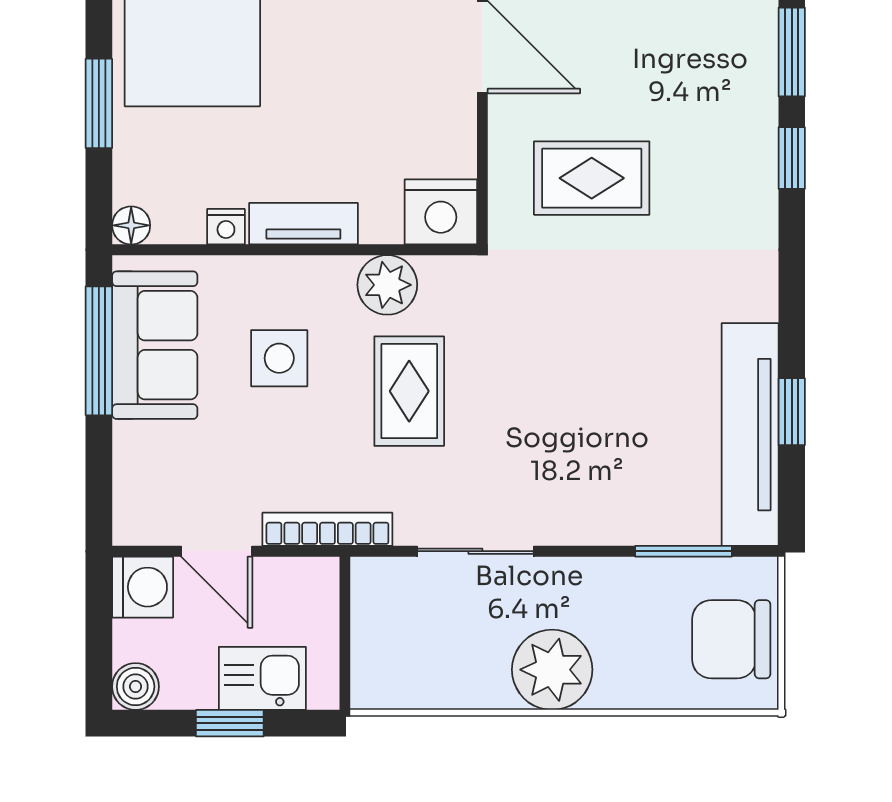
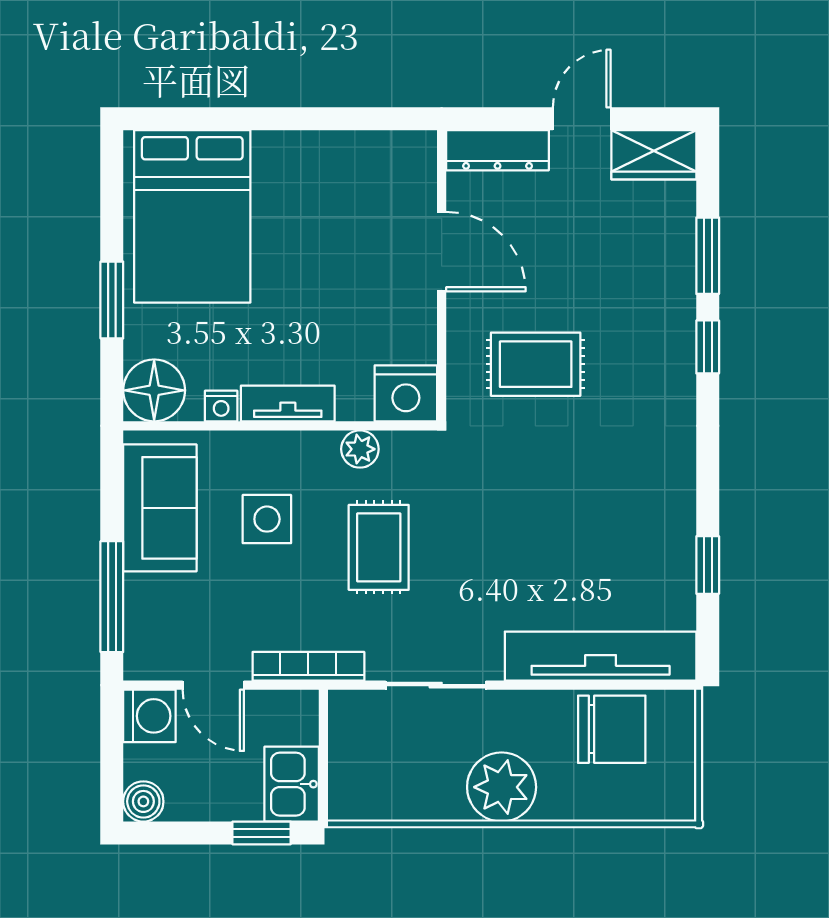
floor lamp: (131, 225) -> (154, 390), width x1.89, depth x1.89
plant: (387, 285) -> (360, 449), width x0.73, depth x0.73
window: (99, 351) -> (112, 597), moved
tv unit: (750, 435) -> (601, 656), moved, turned 90
window: (683, 551) -> (615, 685), removed
chair: (731, 639) -> (612, 729), moved, turned 180
kitchen sink: (262, 678) -> (292, 784), moved, turned -90
window: (230, 723) -> (262, 833), moved

